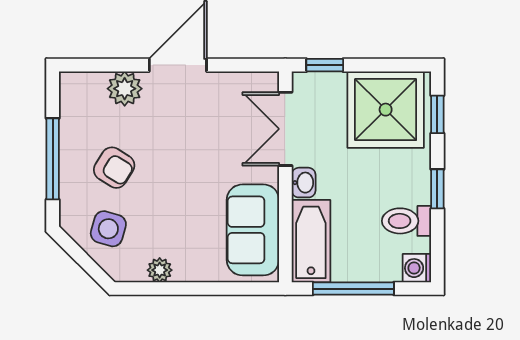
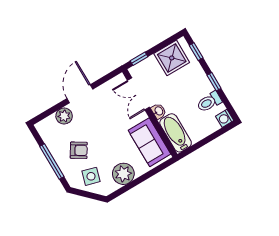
shower: (386, 110) -> (172, 58), width x0.73, depth x0.73
plant: (160, 270) -> (123, 174), width x1.87, depth x1.87
window: (353, 289) -> (204, 142), removed

